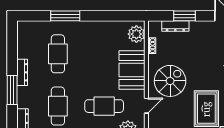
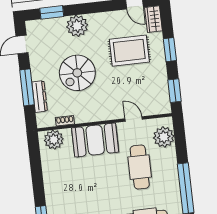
window: (185, 16) -> (27, 87), width x1.44
spiral stairs: (170, 81) -> (77, 73), moved, turned -90

